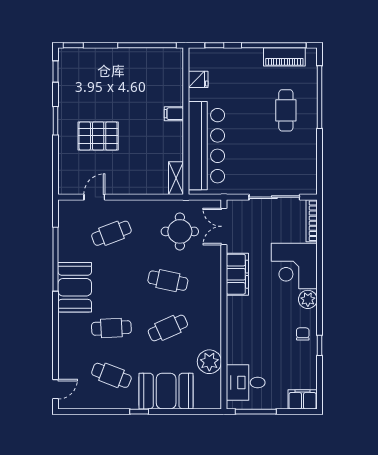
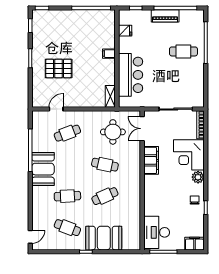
piano: (284, 57) -> (165, 16), moved
cafe table: (286, 110) -> (183, 51), turned 90
bar counter: (206, 146) -> (131, 75), width x0.73
plant: (209, 362) -> (133, 219), removed
desk: (246, 383) -> (157, 232), width x1.37

